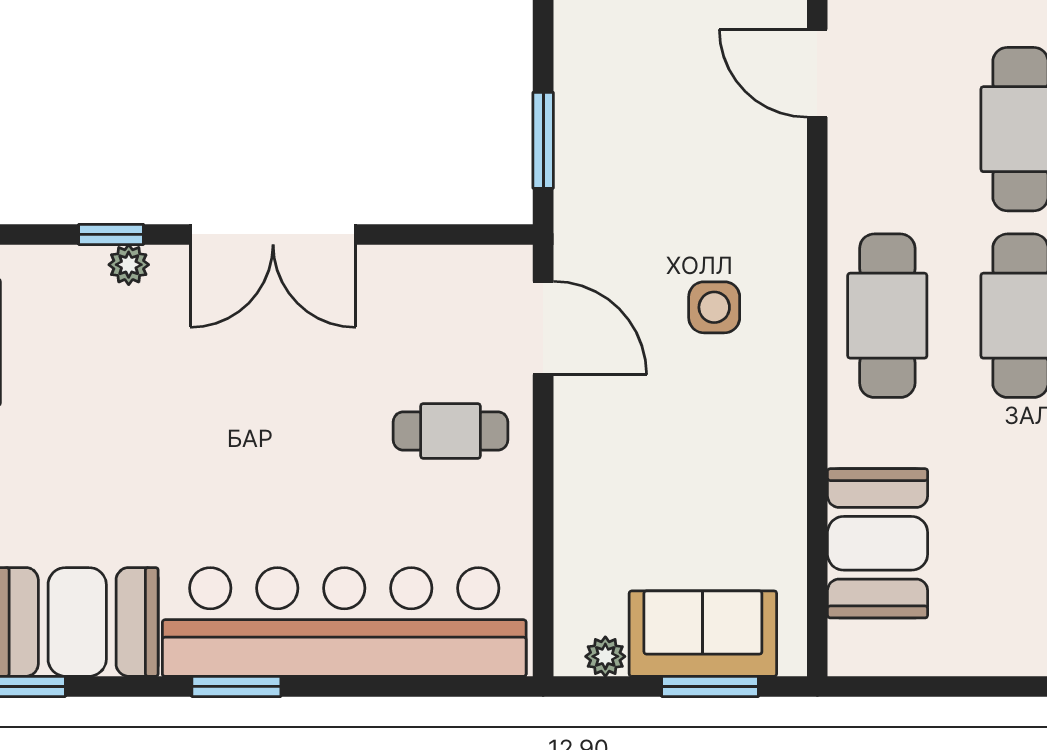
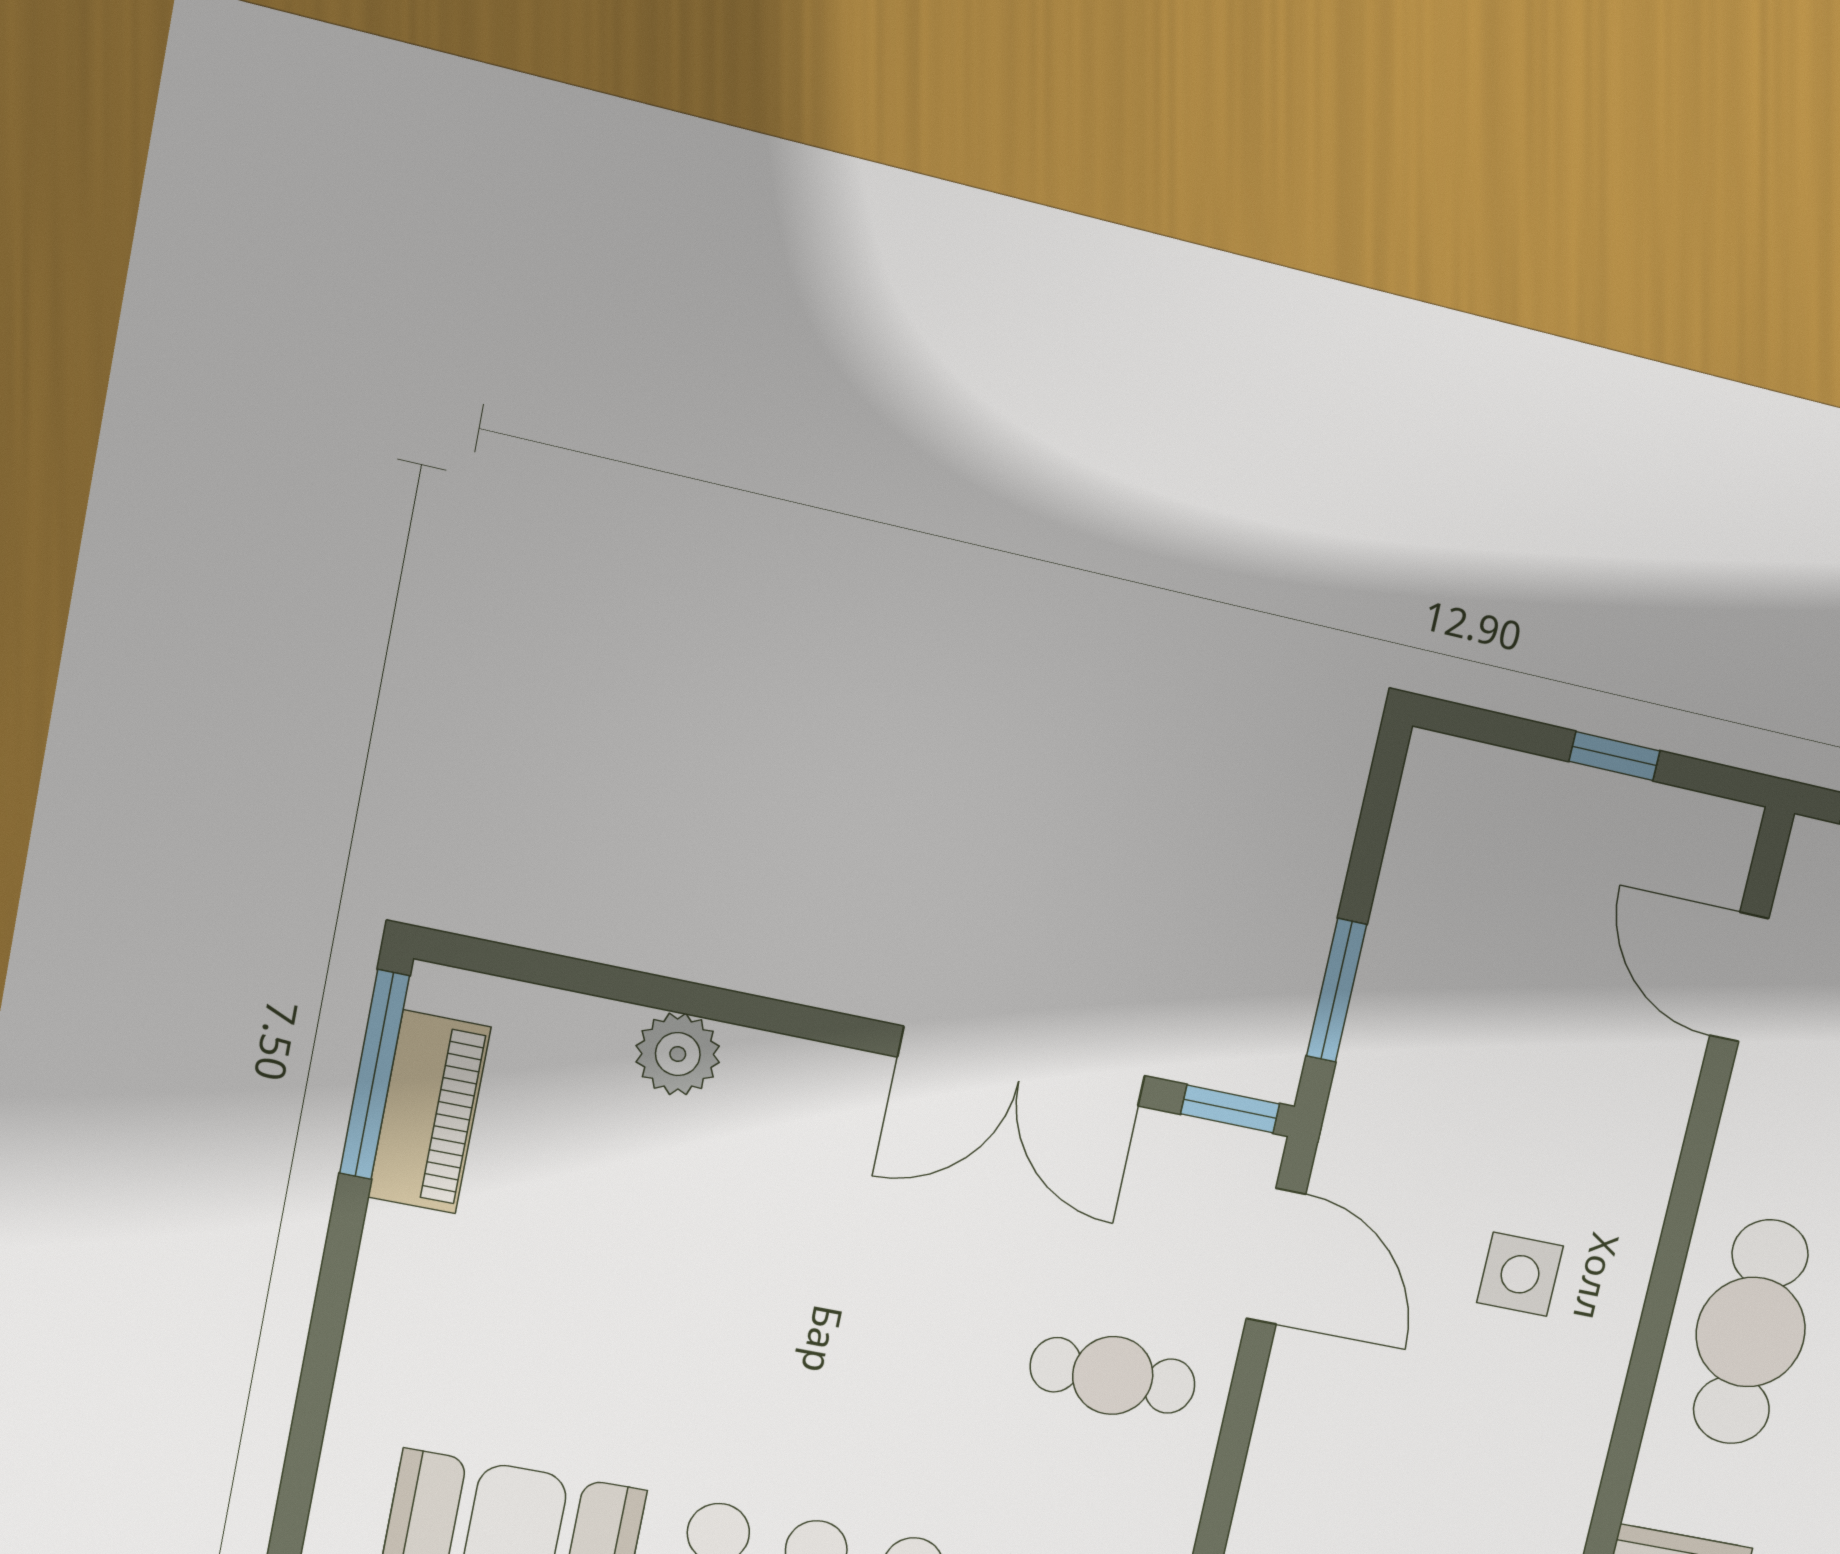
window: (111, 234) -> (1230, 1109), moved
double door: (273, 234) -> (1022, 1066), moved
plant: (129, 265) -> (678, 1054), width x1.38, depth x1.38

